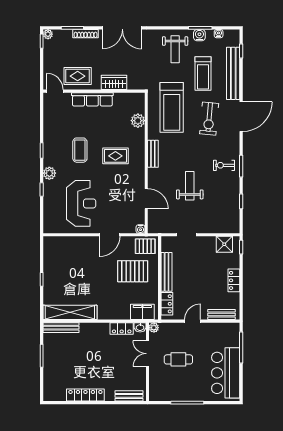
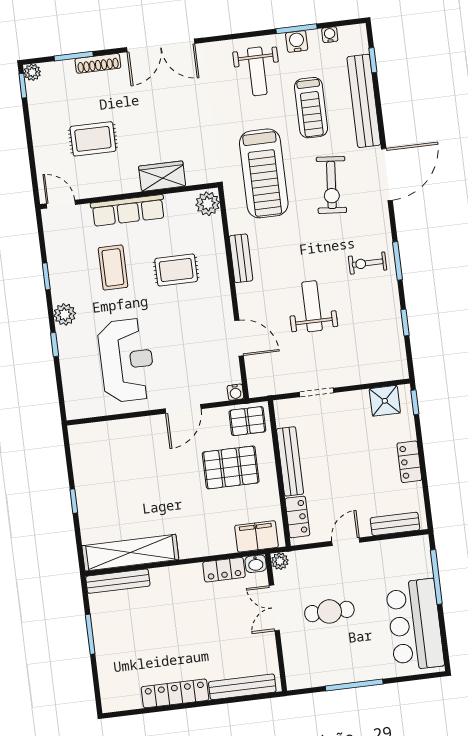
wardrobe: (114, 82) -> (162, 176), moved
door: (55, 91) -> (61, 204), moved
wall: (94, 91) -> (129, 196), moved
row of seats: (92, 99) -> (128, 210), moved
bench: (129, 396) -> (242, 687), width x1.36

